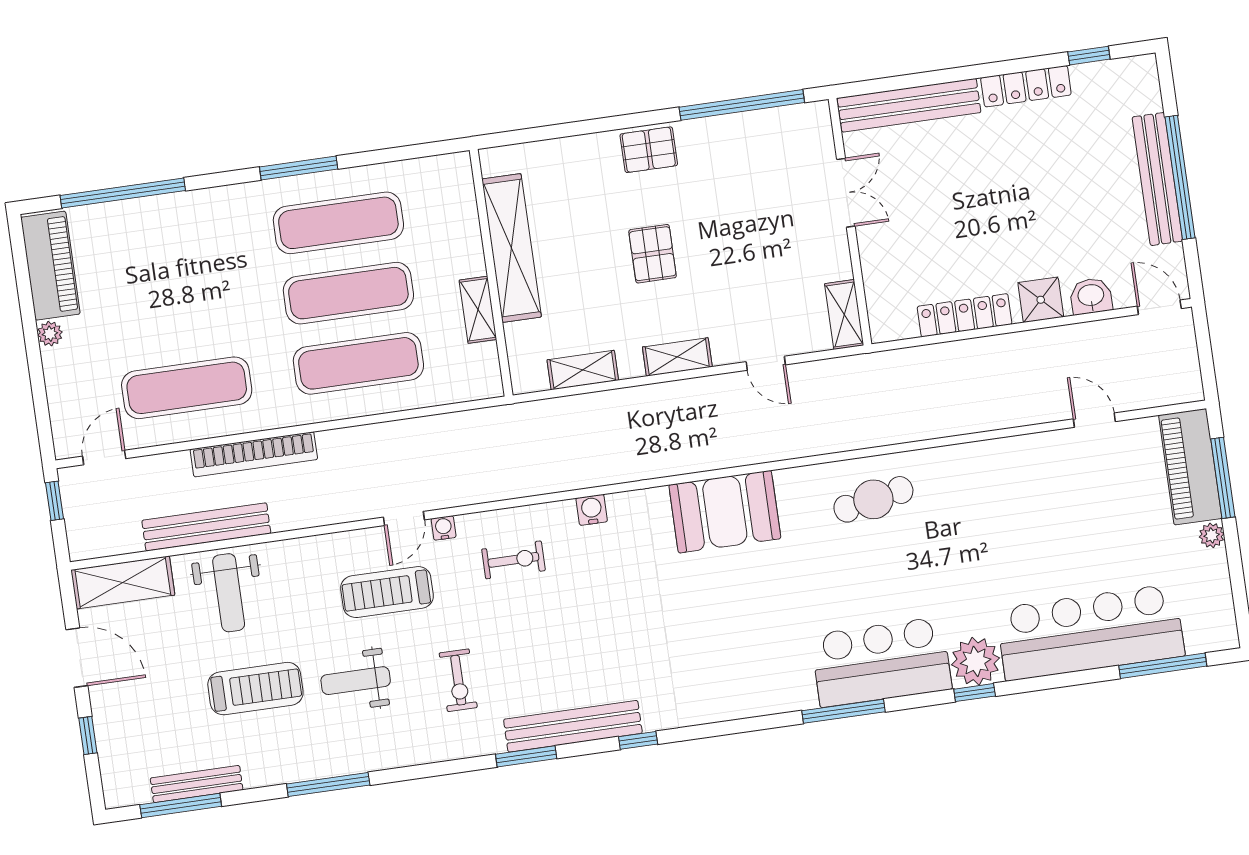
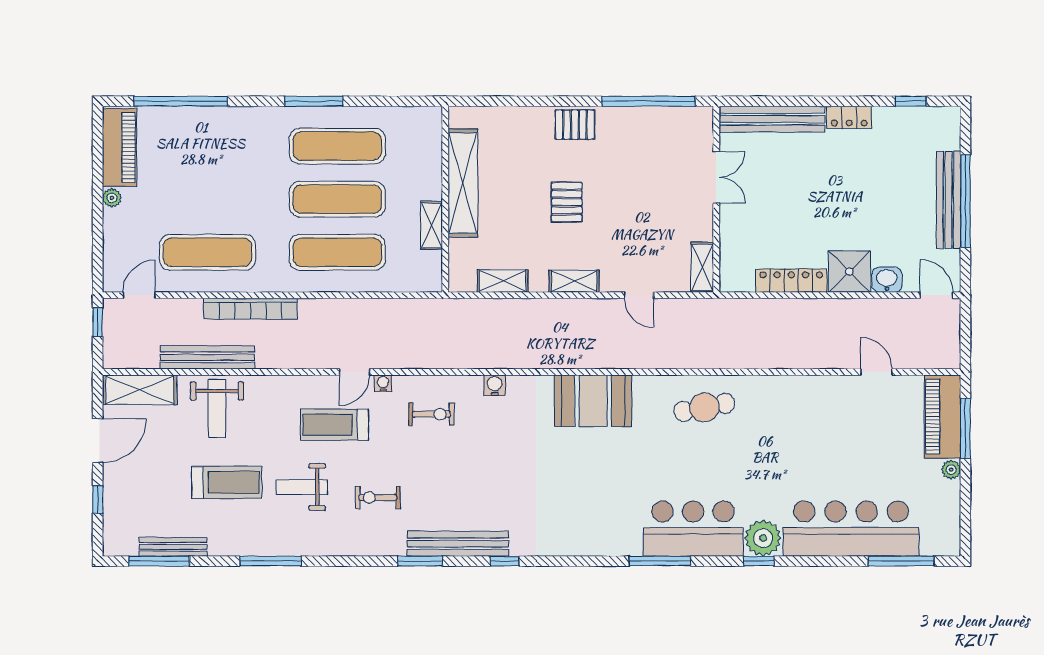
locker: (1026, 86) -> (849, 117), width x0.66
shower: (1041, 300) -> (849, 272), width x1.36, depth x1.36
door: (77, 658) -> (98, 441), hinge flipped
exercise bike: (458, 680) -> (378, 498), turned 90

